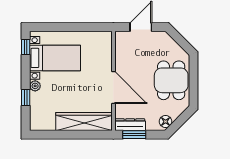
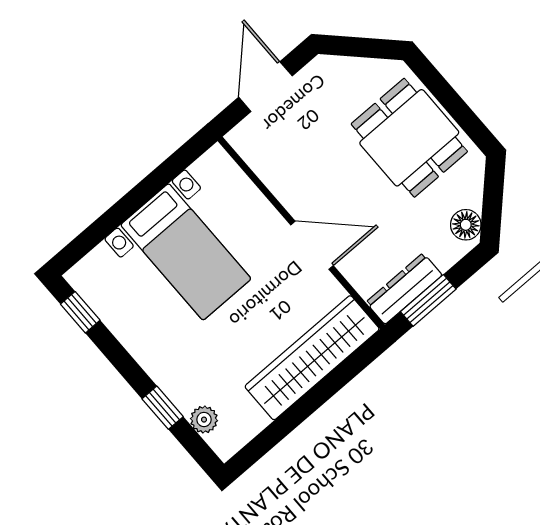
bed with nightstands: (55, 58) -> (186, 252), moved, turned 90
plant: (35, 86) -> (204, 420), moved
door: (113, 87) -> (312, 245), width x0.73

